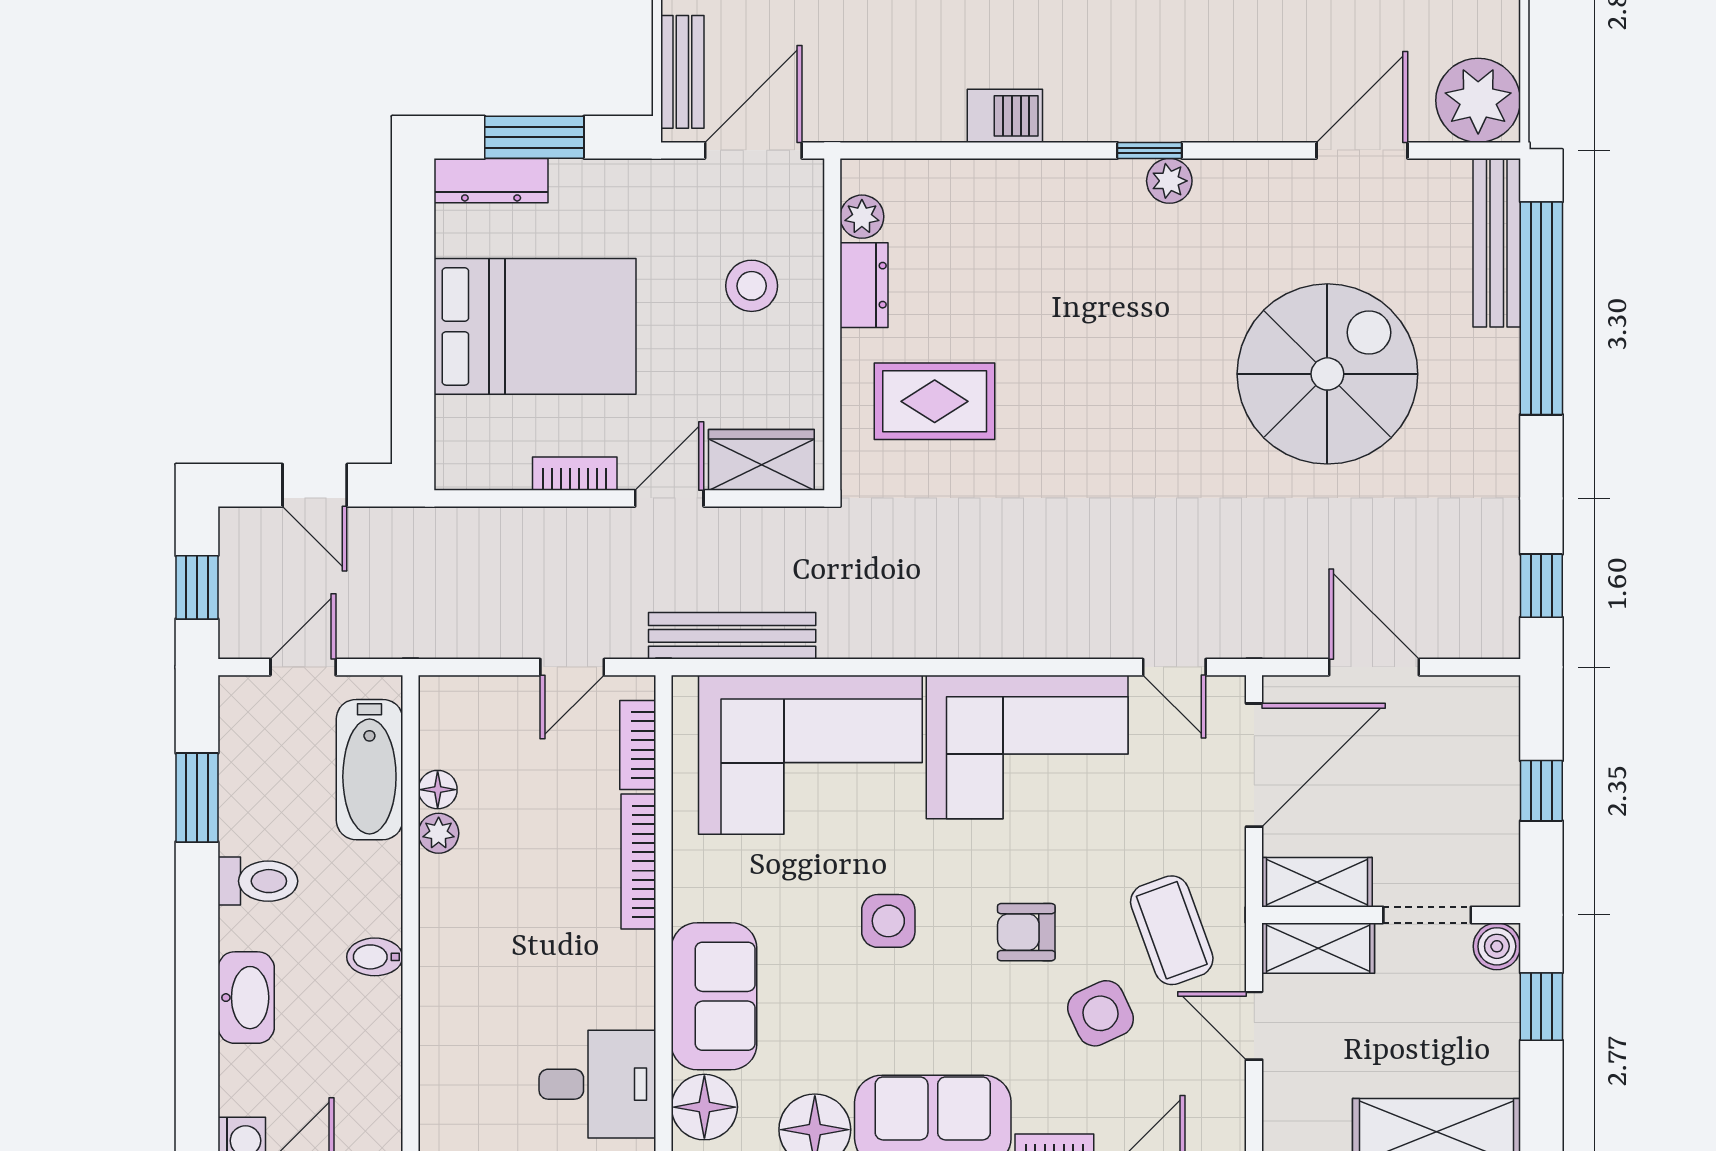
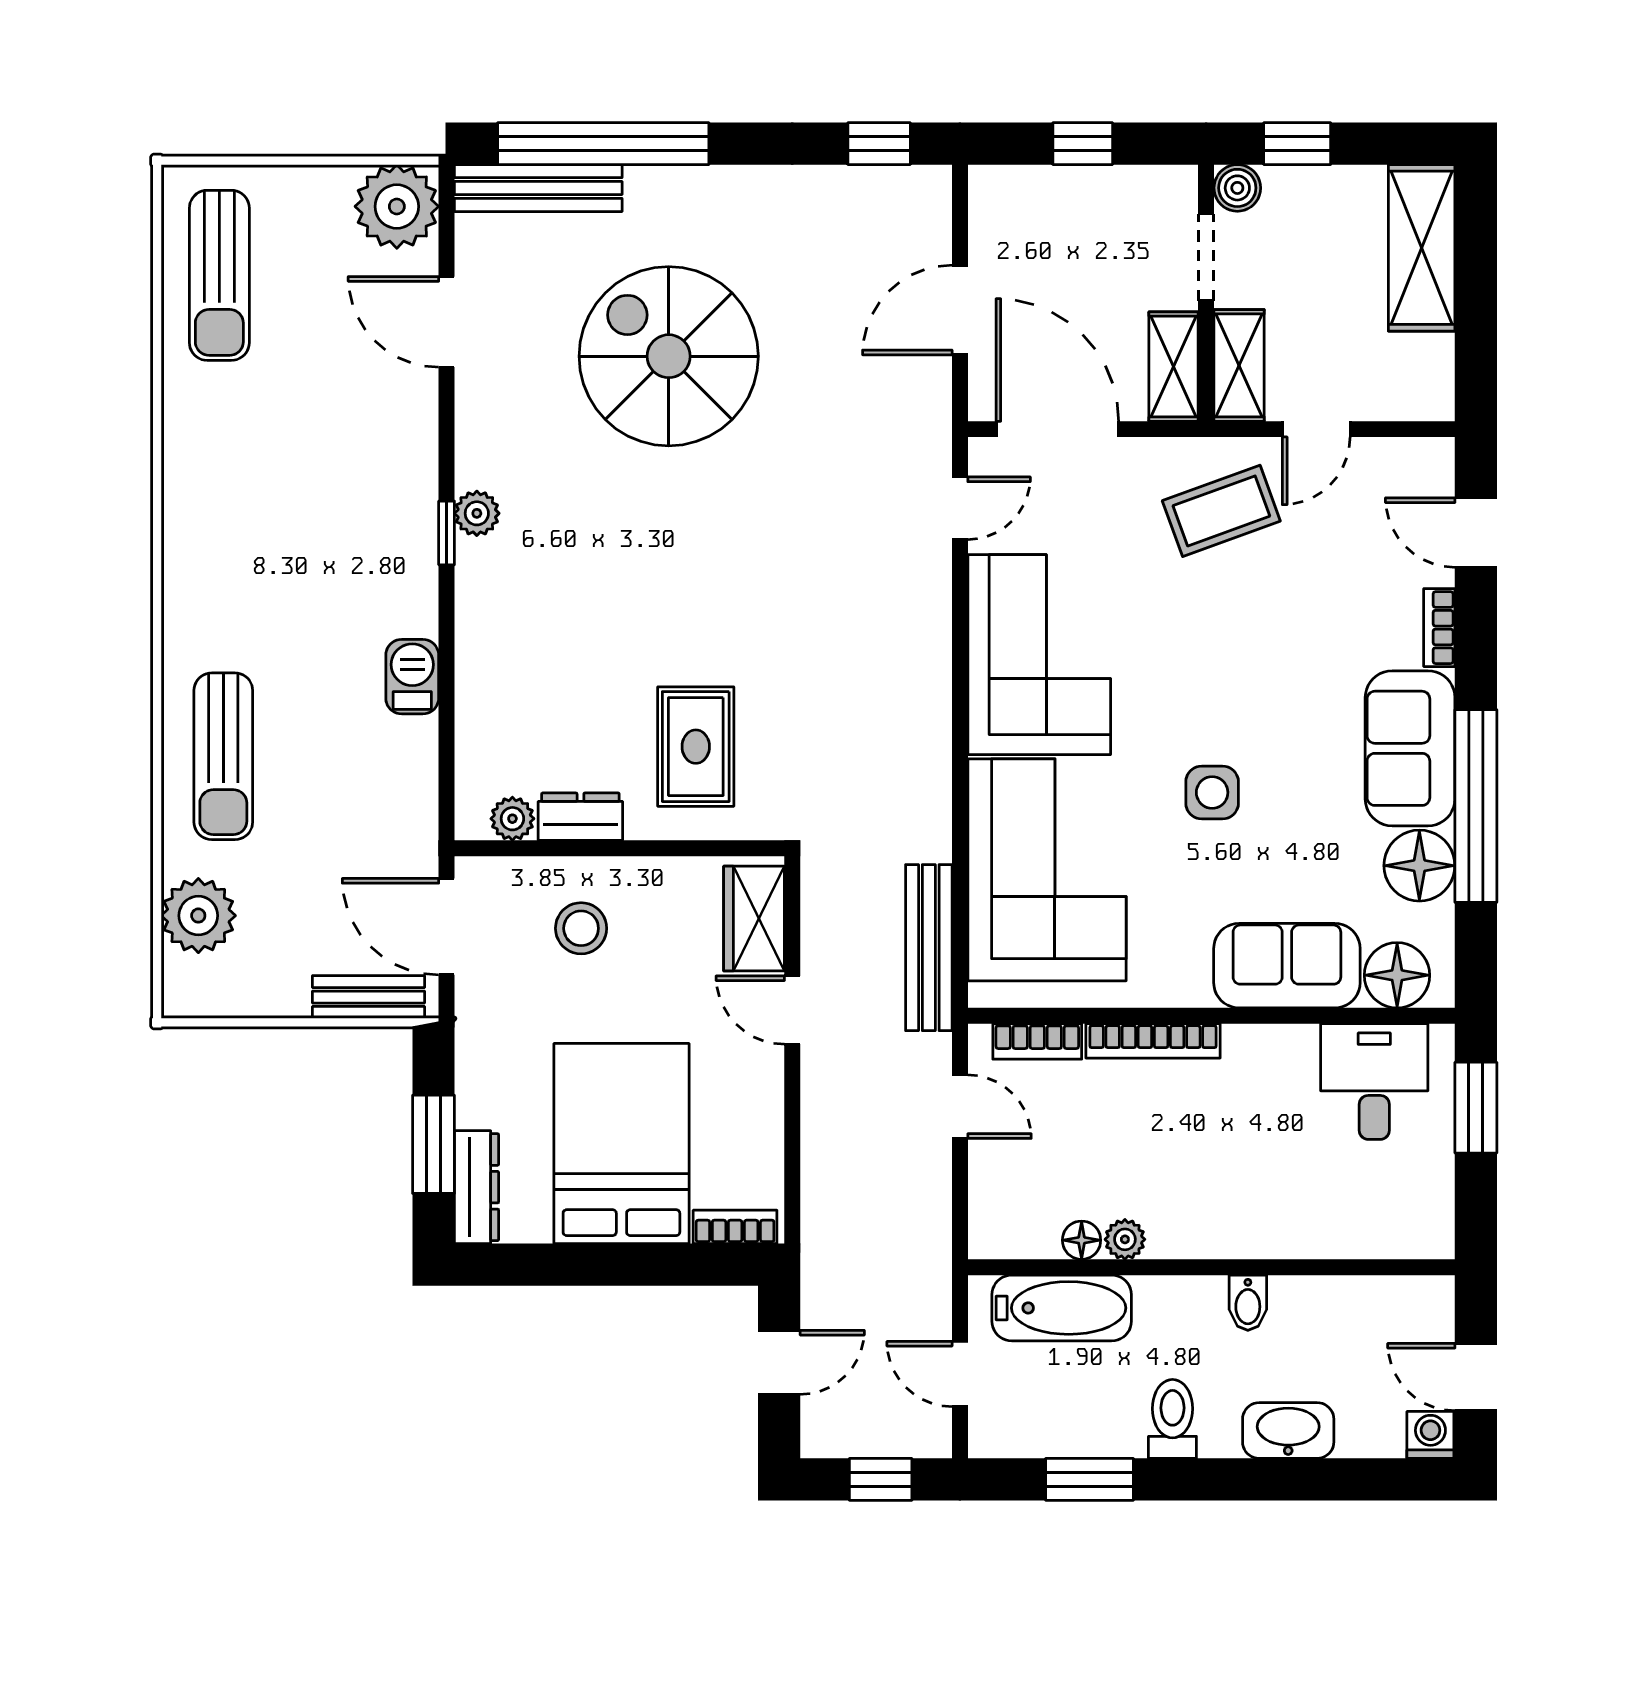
bookcase: (575, 474) -> (735, 1227), moved, turned 90
armchair: (1026, 932) -> (1223, 655), removed
side table: (1101, 1013) -> (1304, 582), removed

